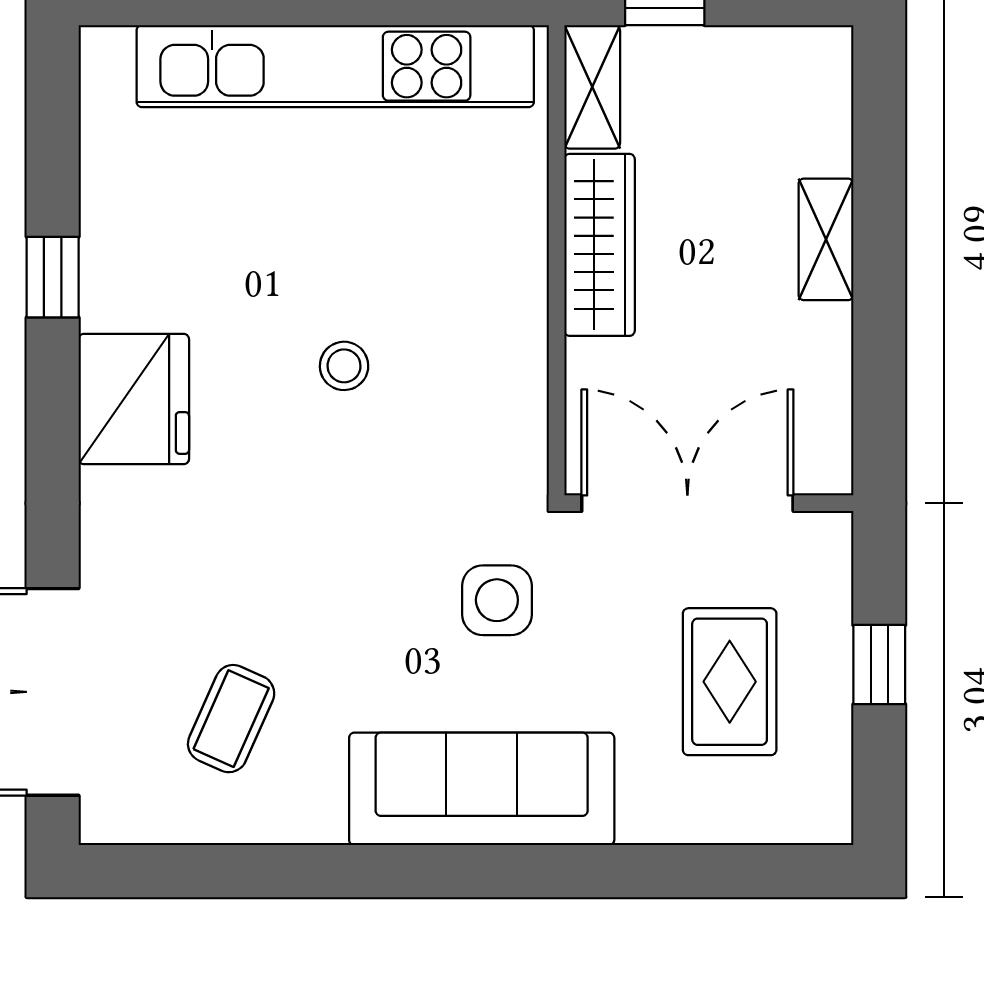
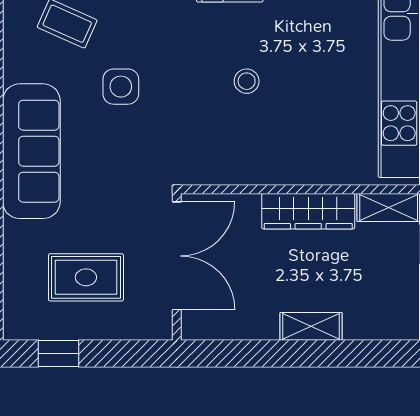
side table: (497, 600) -> (121, 87), moved
window: (879, 665) -> (59, 353), moved

